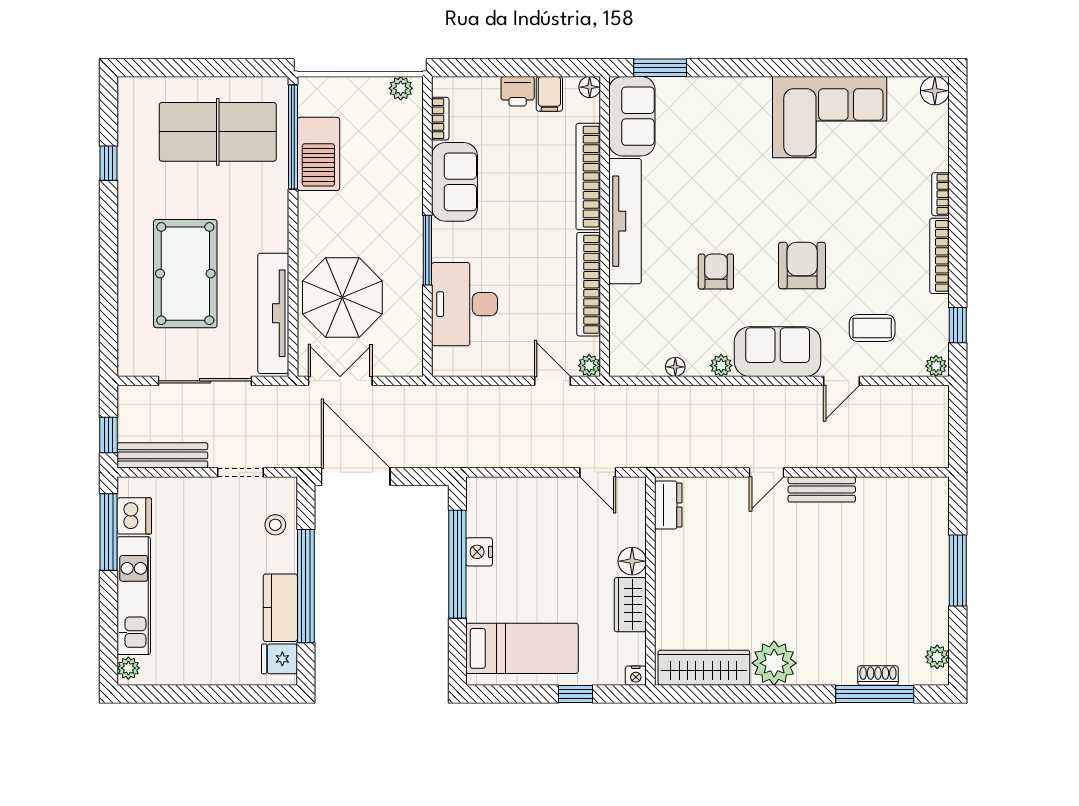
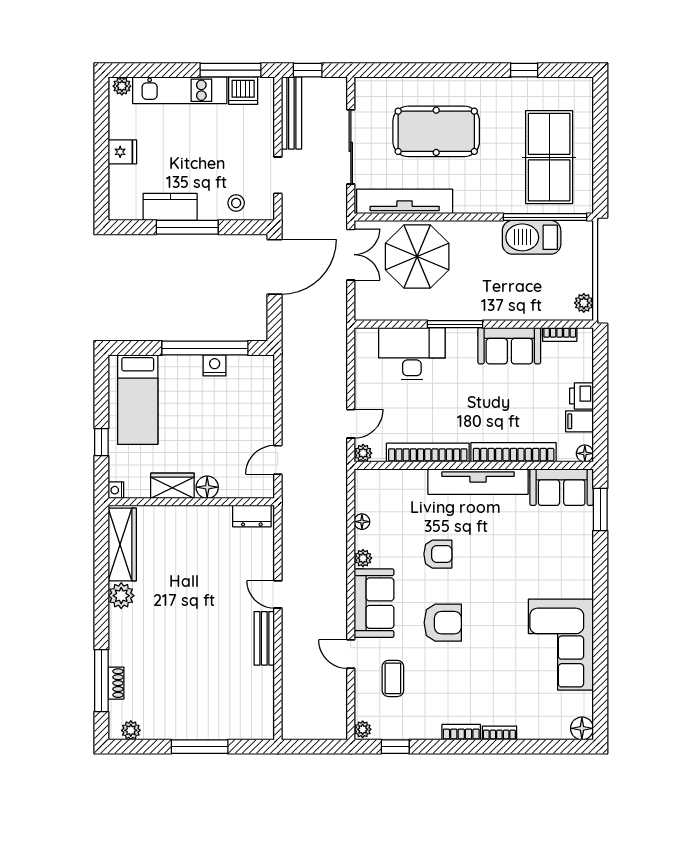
bookcase: (940, 256) -> (461, 732), width x0.64
window: (306, 586) -> (187, 227), width x0.68
fridge: (279, 659) -> (122, 152), moved, turned 90
plant: (774, 663) -> (121, 596), width x0.73, depth x0.73

